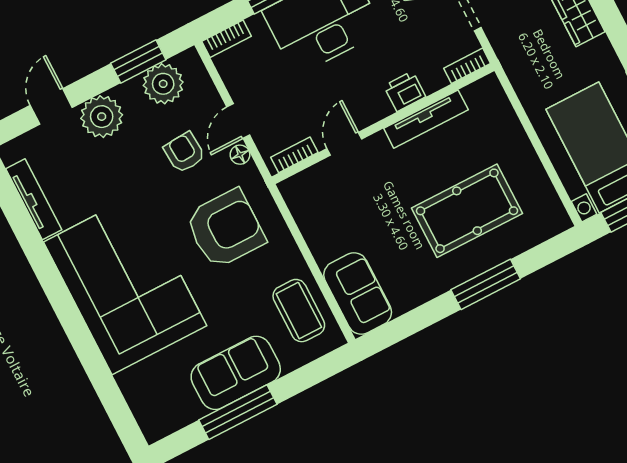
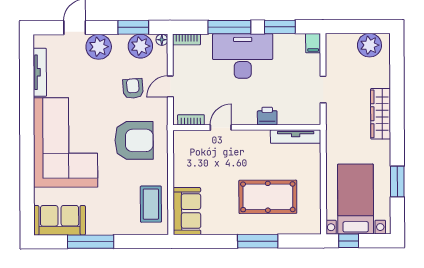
bookcase: (467, 66) -> (307, 119), removed
tv unit: (426, 119) -> (296, 137), moved
floor lamp: (240, 155) -> (162, 40), moved
sofa: (236, 373) -> (60, 220), moved

